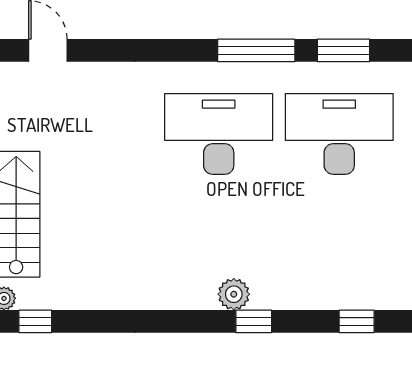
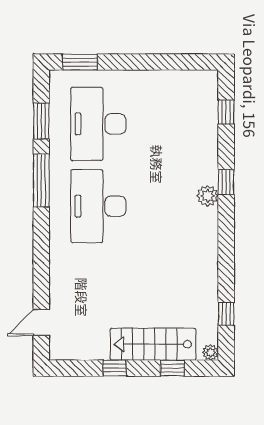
window: (35, 321) -> (226, 314), moved

